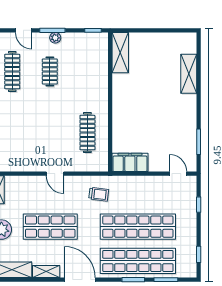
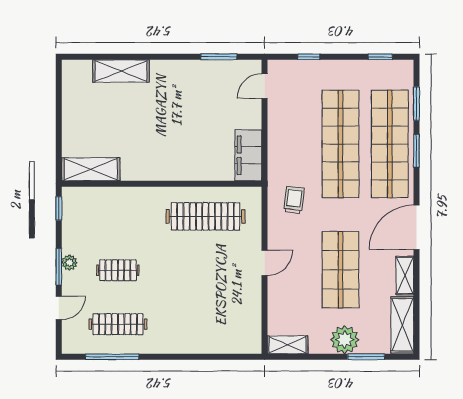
clothes rail: (87, 133) -> (205, 216), width x1.37, depth x1.31

